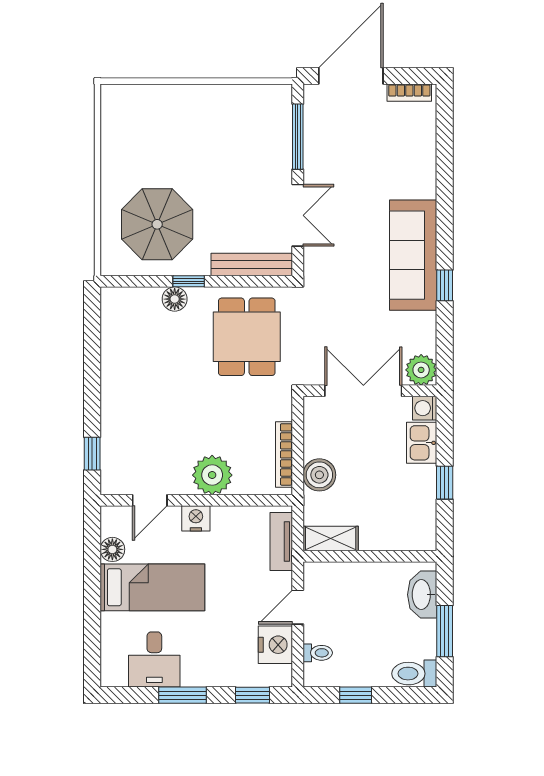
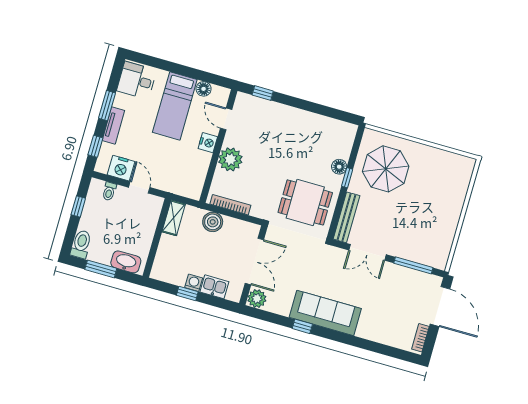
washing machine: (425, 408) -> (194, 283), moved
tv unit: (281, 542) -> (113, 125), moved, turned 90
desk: (154, 659) -> (137, 80), moved

